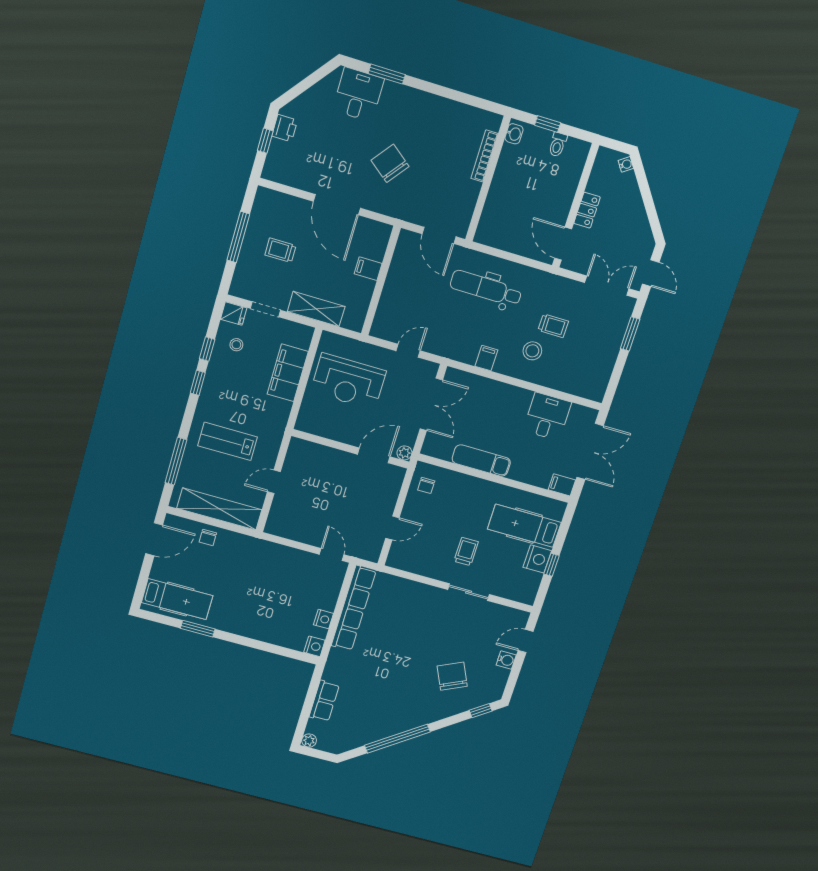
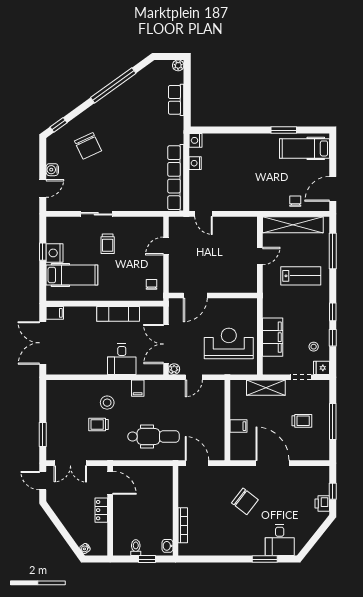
desk: (547, 416) -> (122, 359), moved
plant: (404, 453) -> (174, 369), moved

